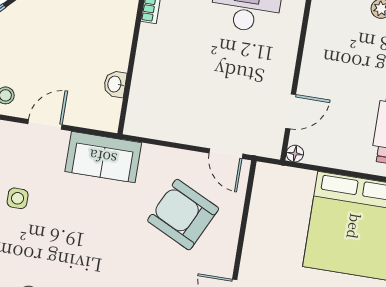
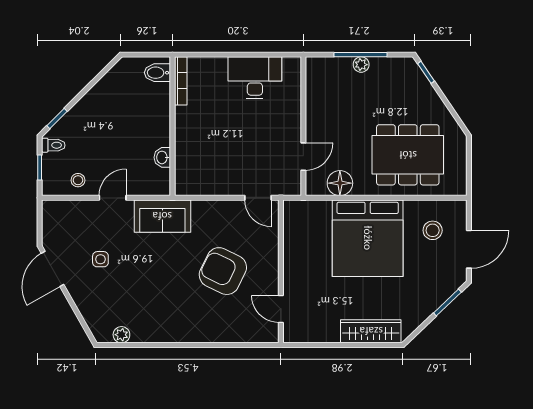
floor lamp: (295, 154) -> (340, 183), moved, width x1.89, depth x1.89
armchair: (183, 215) -> (223, 271), moved

